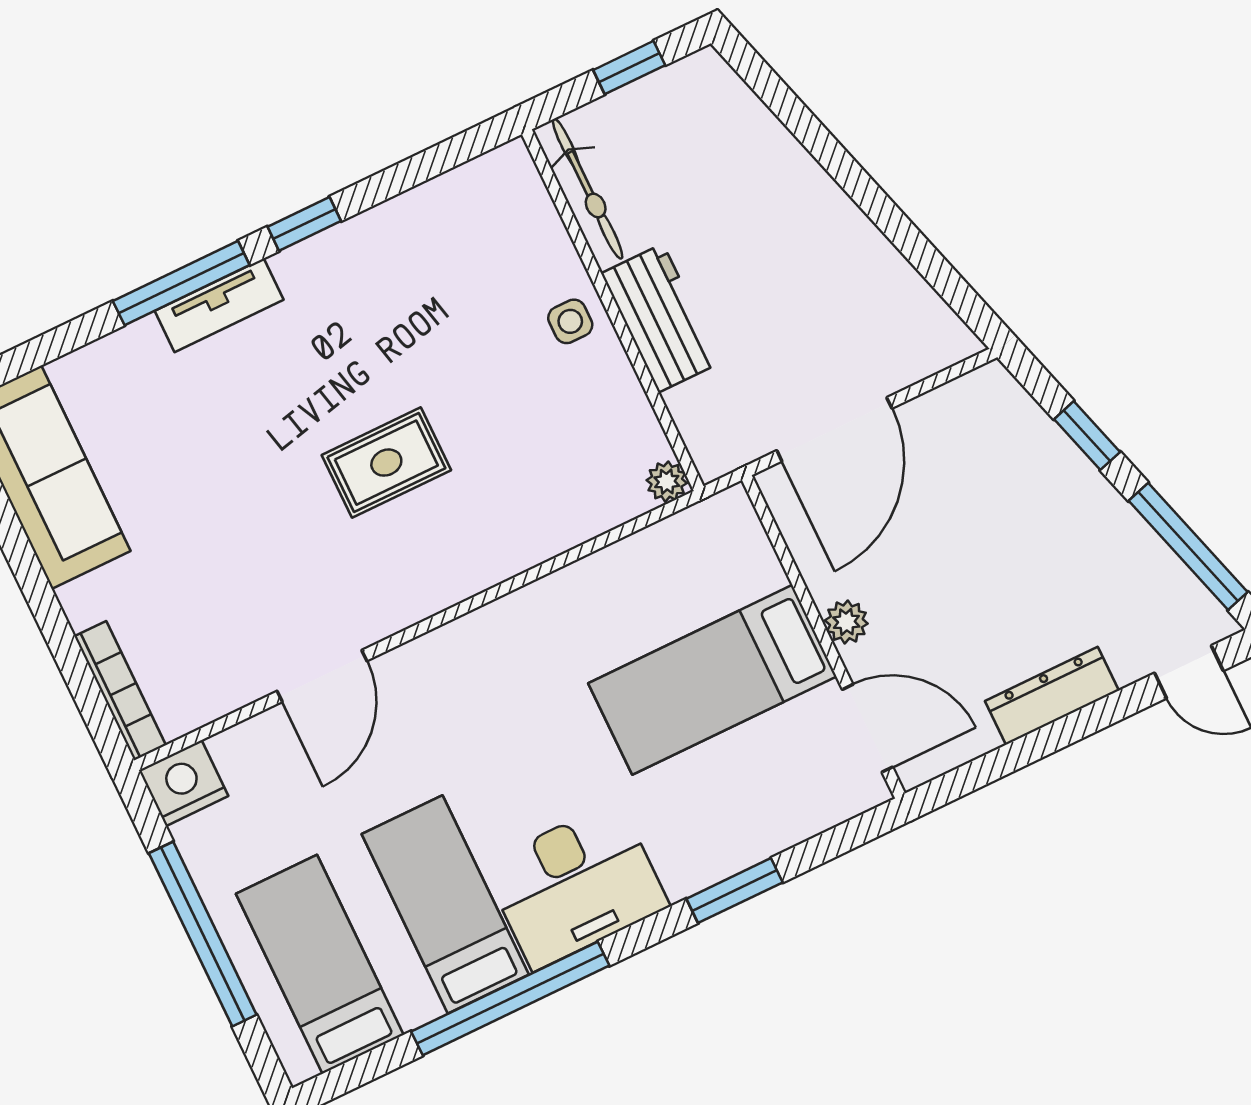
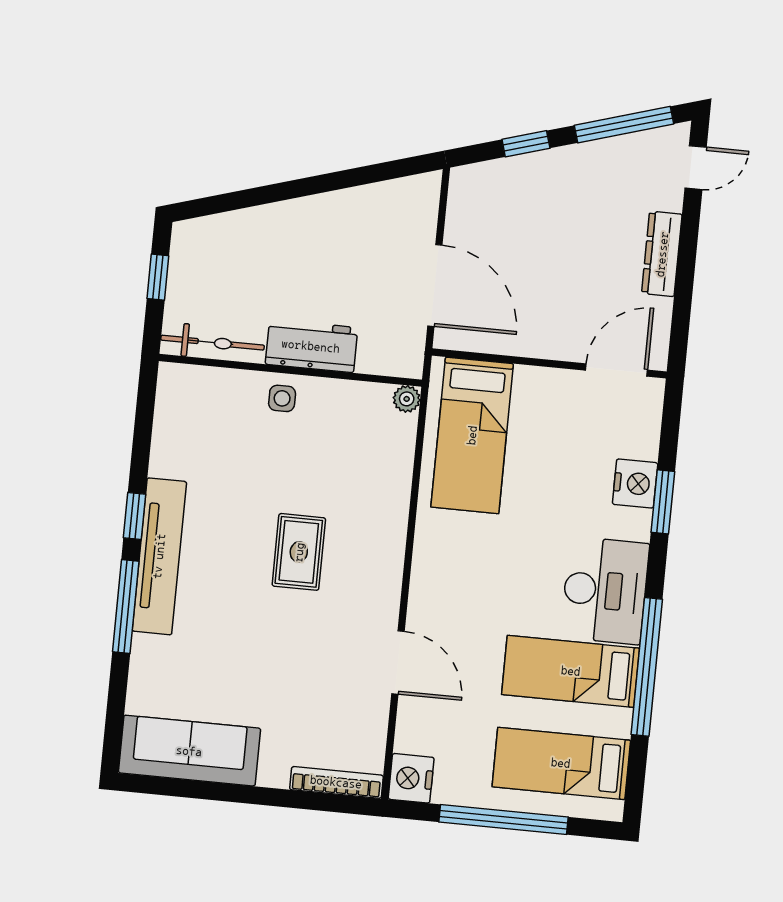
tv unit: (219, 305) -> (159, 556), width x1.92, depth x1.29
plant: (846, 622) -> (549, 345), removed
bed: (712, 680) -> (472, 435), moved
nightstand: (736, 841) -> (635, 484), added

